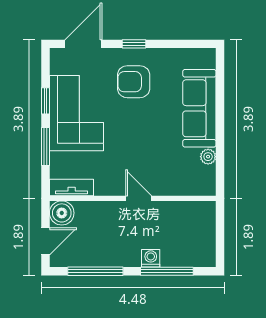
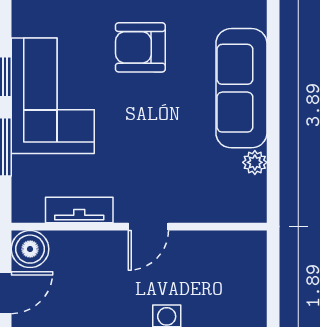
tv unit: (72, 188) -> (79, 210), moved
door: (139, 198) -> (148, 227), swing flipped

